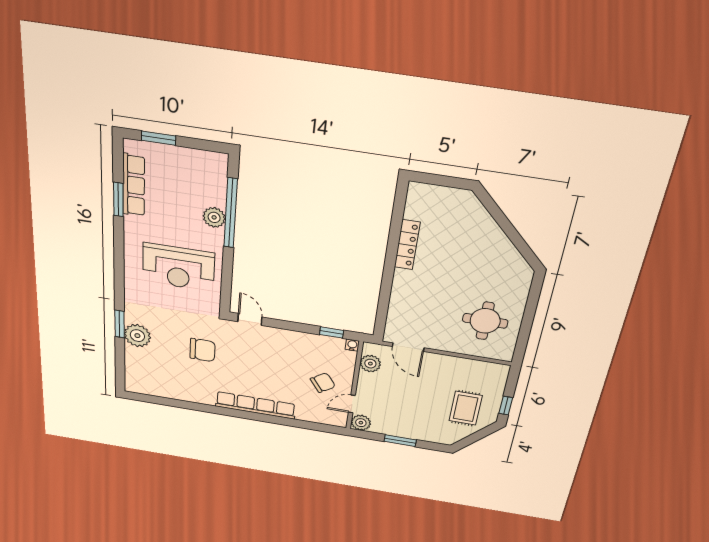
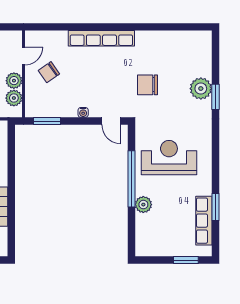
window: (231, 213) -> (131, 179), moved
window: (332, 332) -> (47, 121), width x1.50
water cooler: (352, 345) -> (83, 112), moved
plant: (361, 423) -> (14, 81), moved

